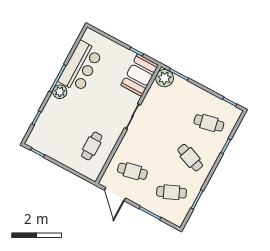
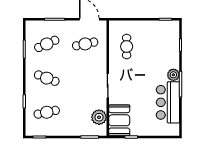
plant: (165, 78) -> (99, 117), moved

